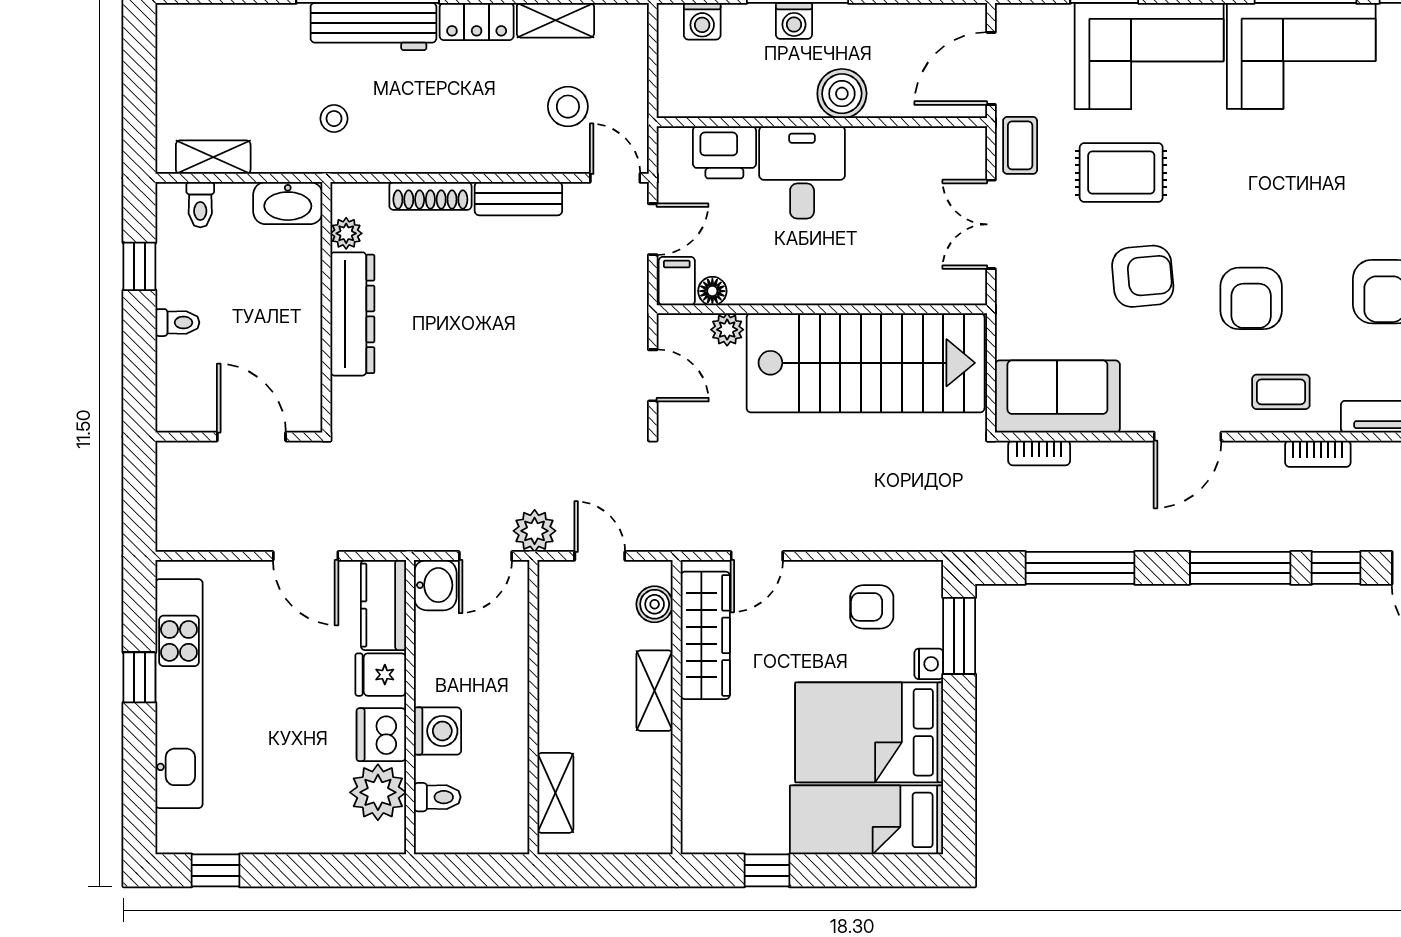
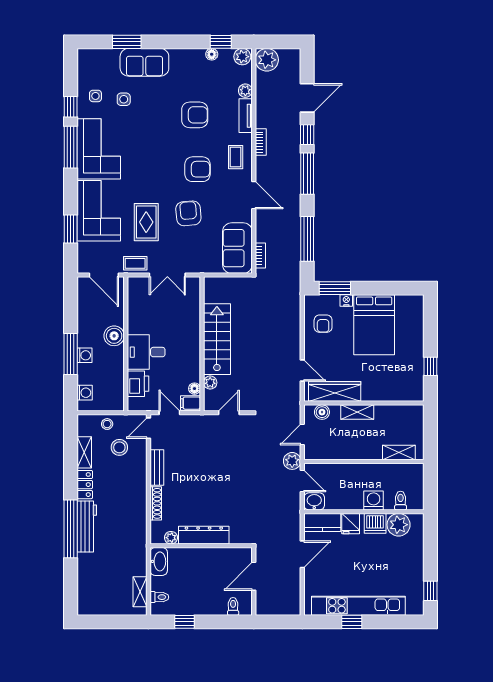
stool: (334, 119) -> (107, 424), moved
toilet: (177, 323) -> (233, 606), moved
stairs: (866, 363) -> (217, 339), width x0.73, depth x0.66
bed: (867, 820) -> (410, 326), removed

